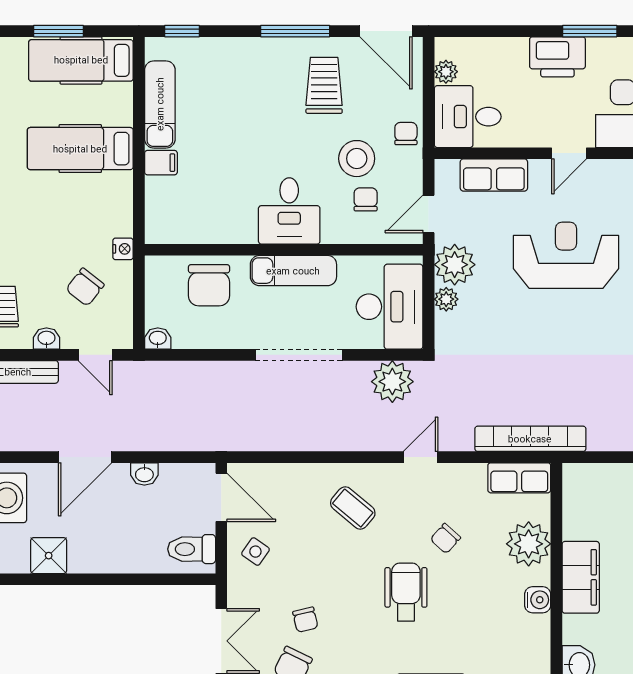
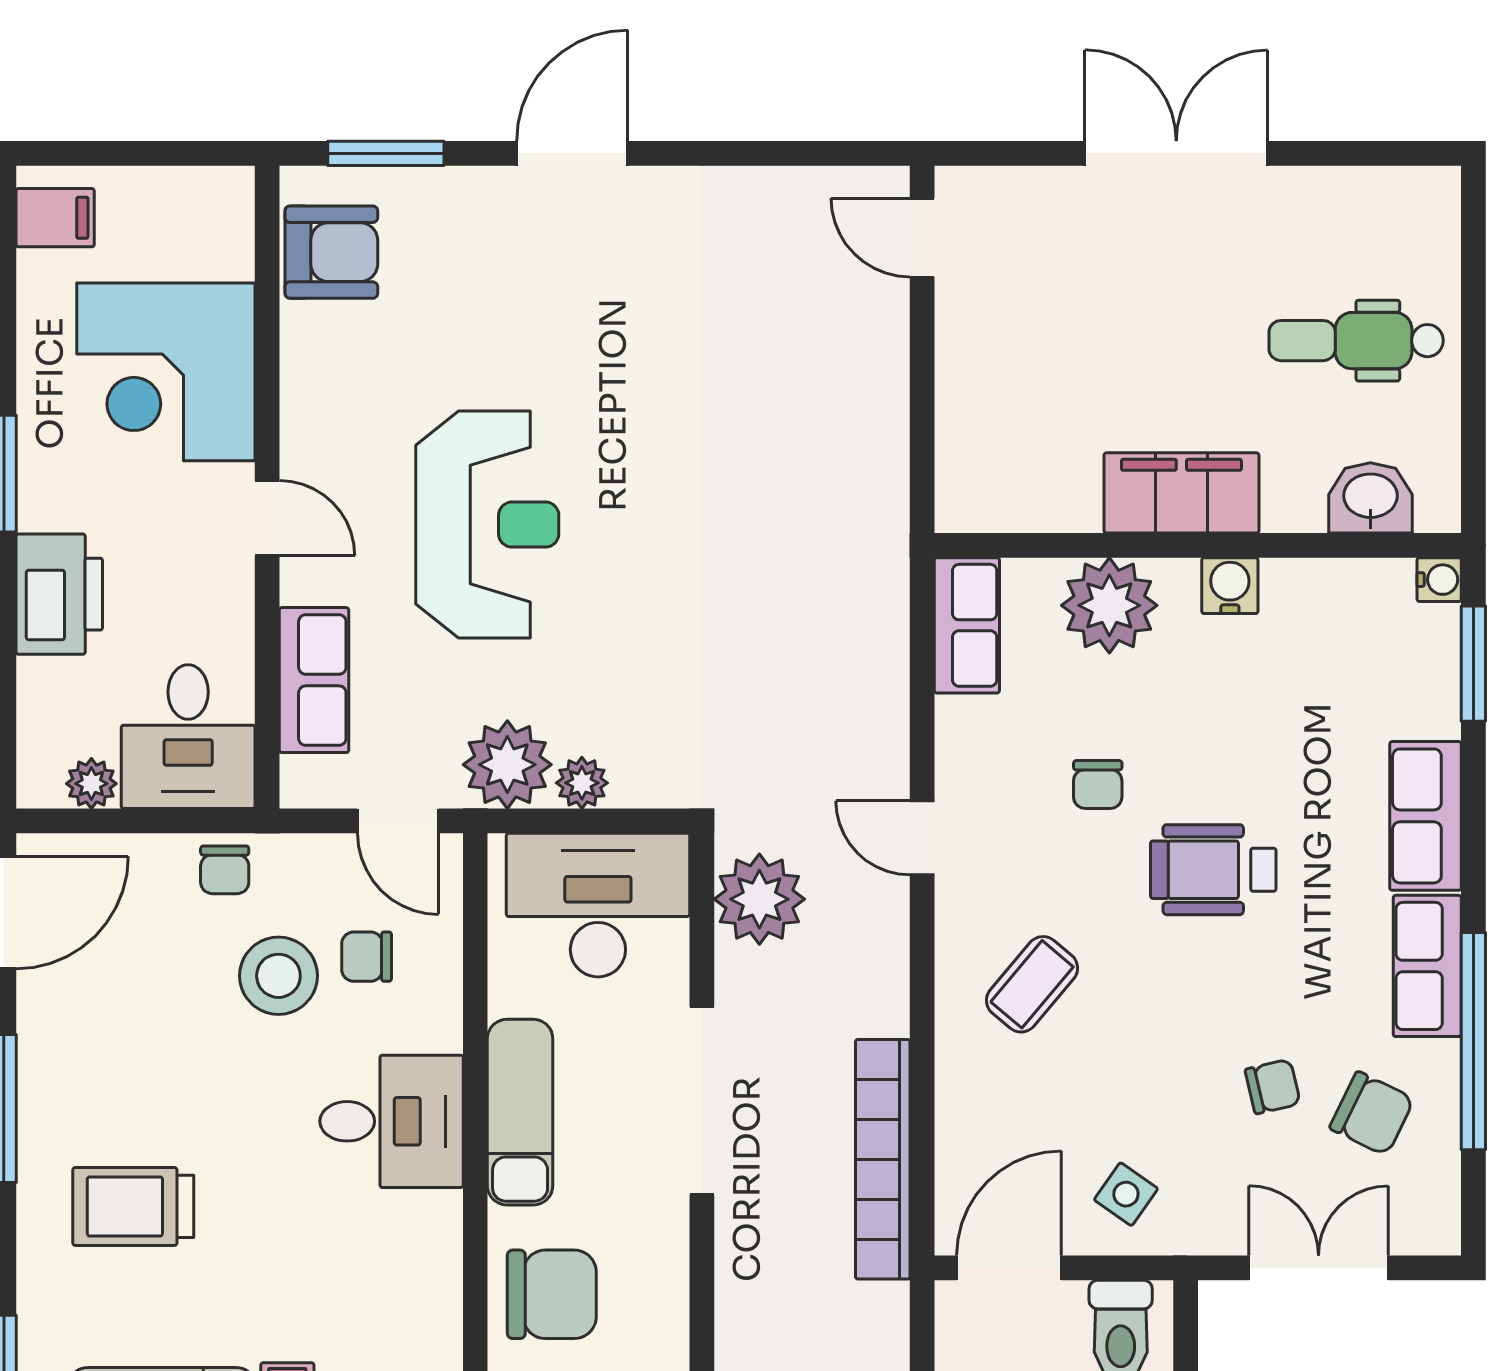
printer: (557, 57) -> (59, 594), moved
trolley: (324, 85) -> (133, 1206), moved
chair: (406, 134) -> (225, 870), turned -90
reception desk: (566, 255) -> (487, 525), turned 180
bookcase: (530, 439) -> (883, 1159), moved
chair: (445, 538) -> (1098, 785), turned 48

